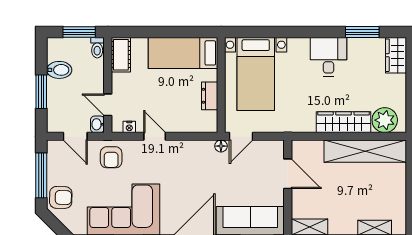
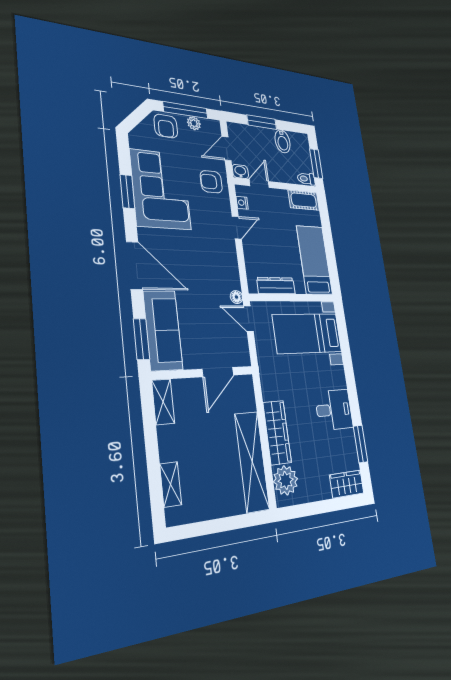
dresser: (210, 96) -> (276, 286), width x1.44
plant: (54, 168) -> (194, 123), added

